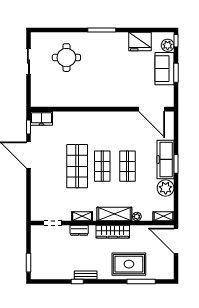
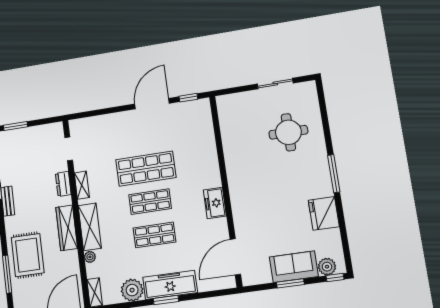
fridge: (140, 42) -> (324, 213), moved
freezer: (42, 118) -> (215, 203), moved

